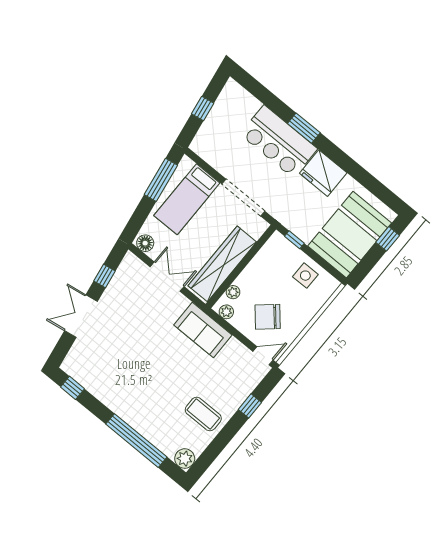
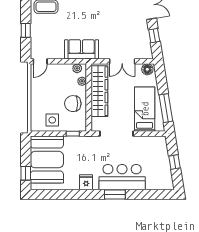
fridge: (323, 173) -> (86, 182), width x0.53, depth x0.75
chair: (268, 317) -> (73, 104), moved, turned -139

